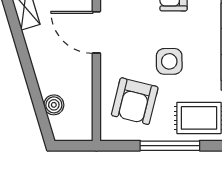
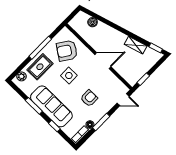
armchair: (135, 101) -> (67, 51), turned -70

